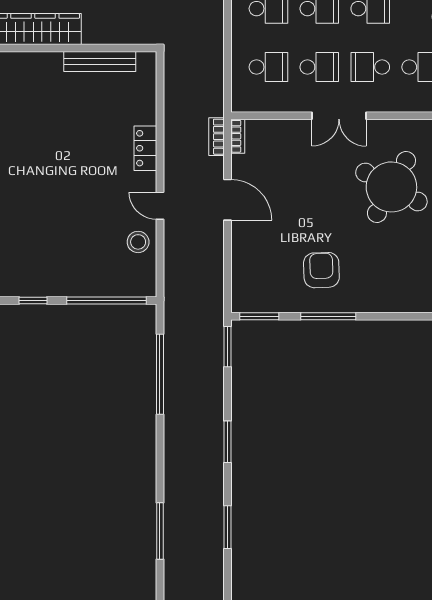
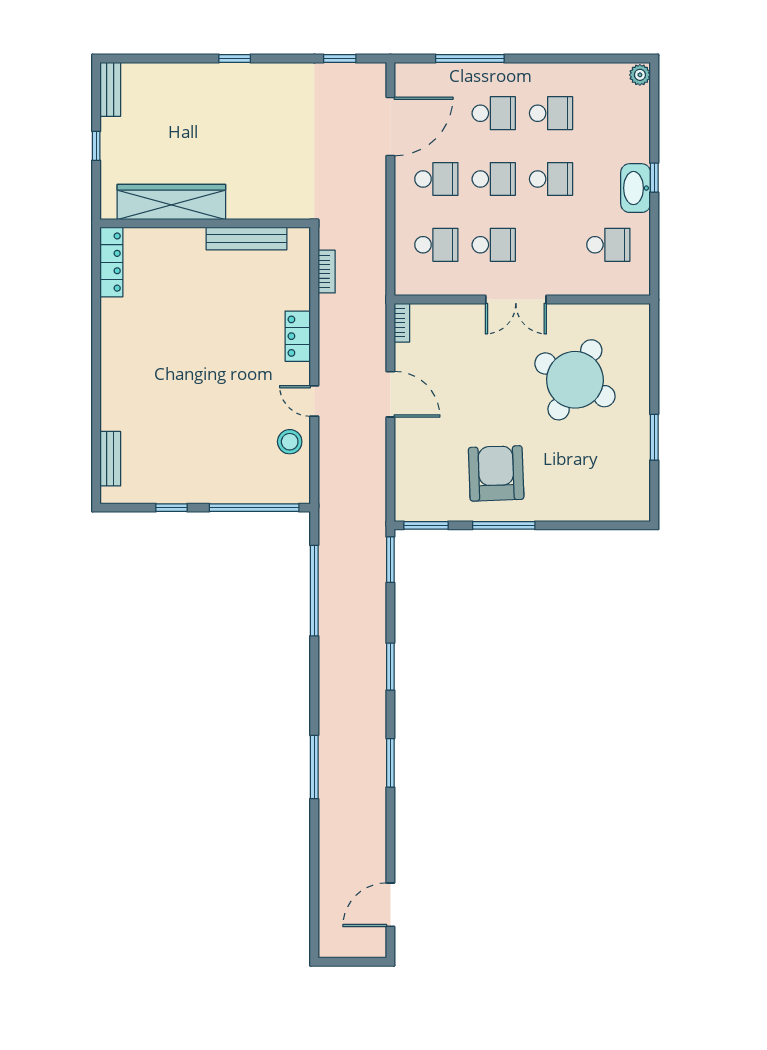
school desk: (370, 67) -> (551, 245), removed
bookcase: (217, 137) -> (327, 272), moved, turned 180
armchair: (321, 270) -> (496, 473), width x1.36, depth x1.36

